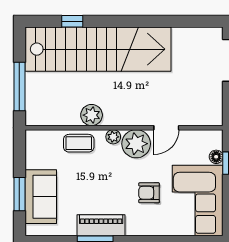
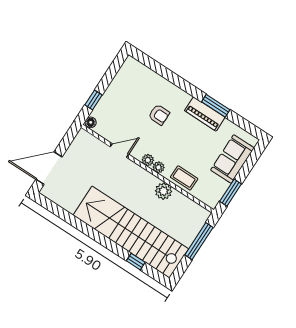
plant: (136, 144) -> (148, 160), width x0.53, depth x0.53
floor lamp: (216, 157) -> (91, 122), moved
window: (19, 194) -> (231, 193), moved
corner sofa: (198, 201) -> (130, 89), removed

